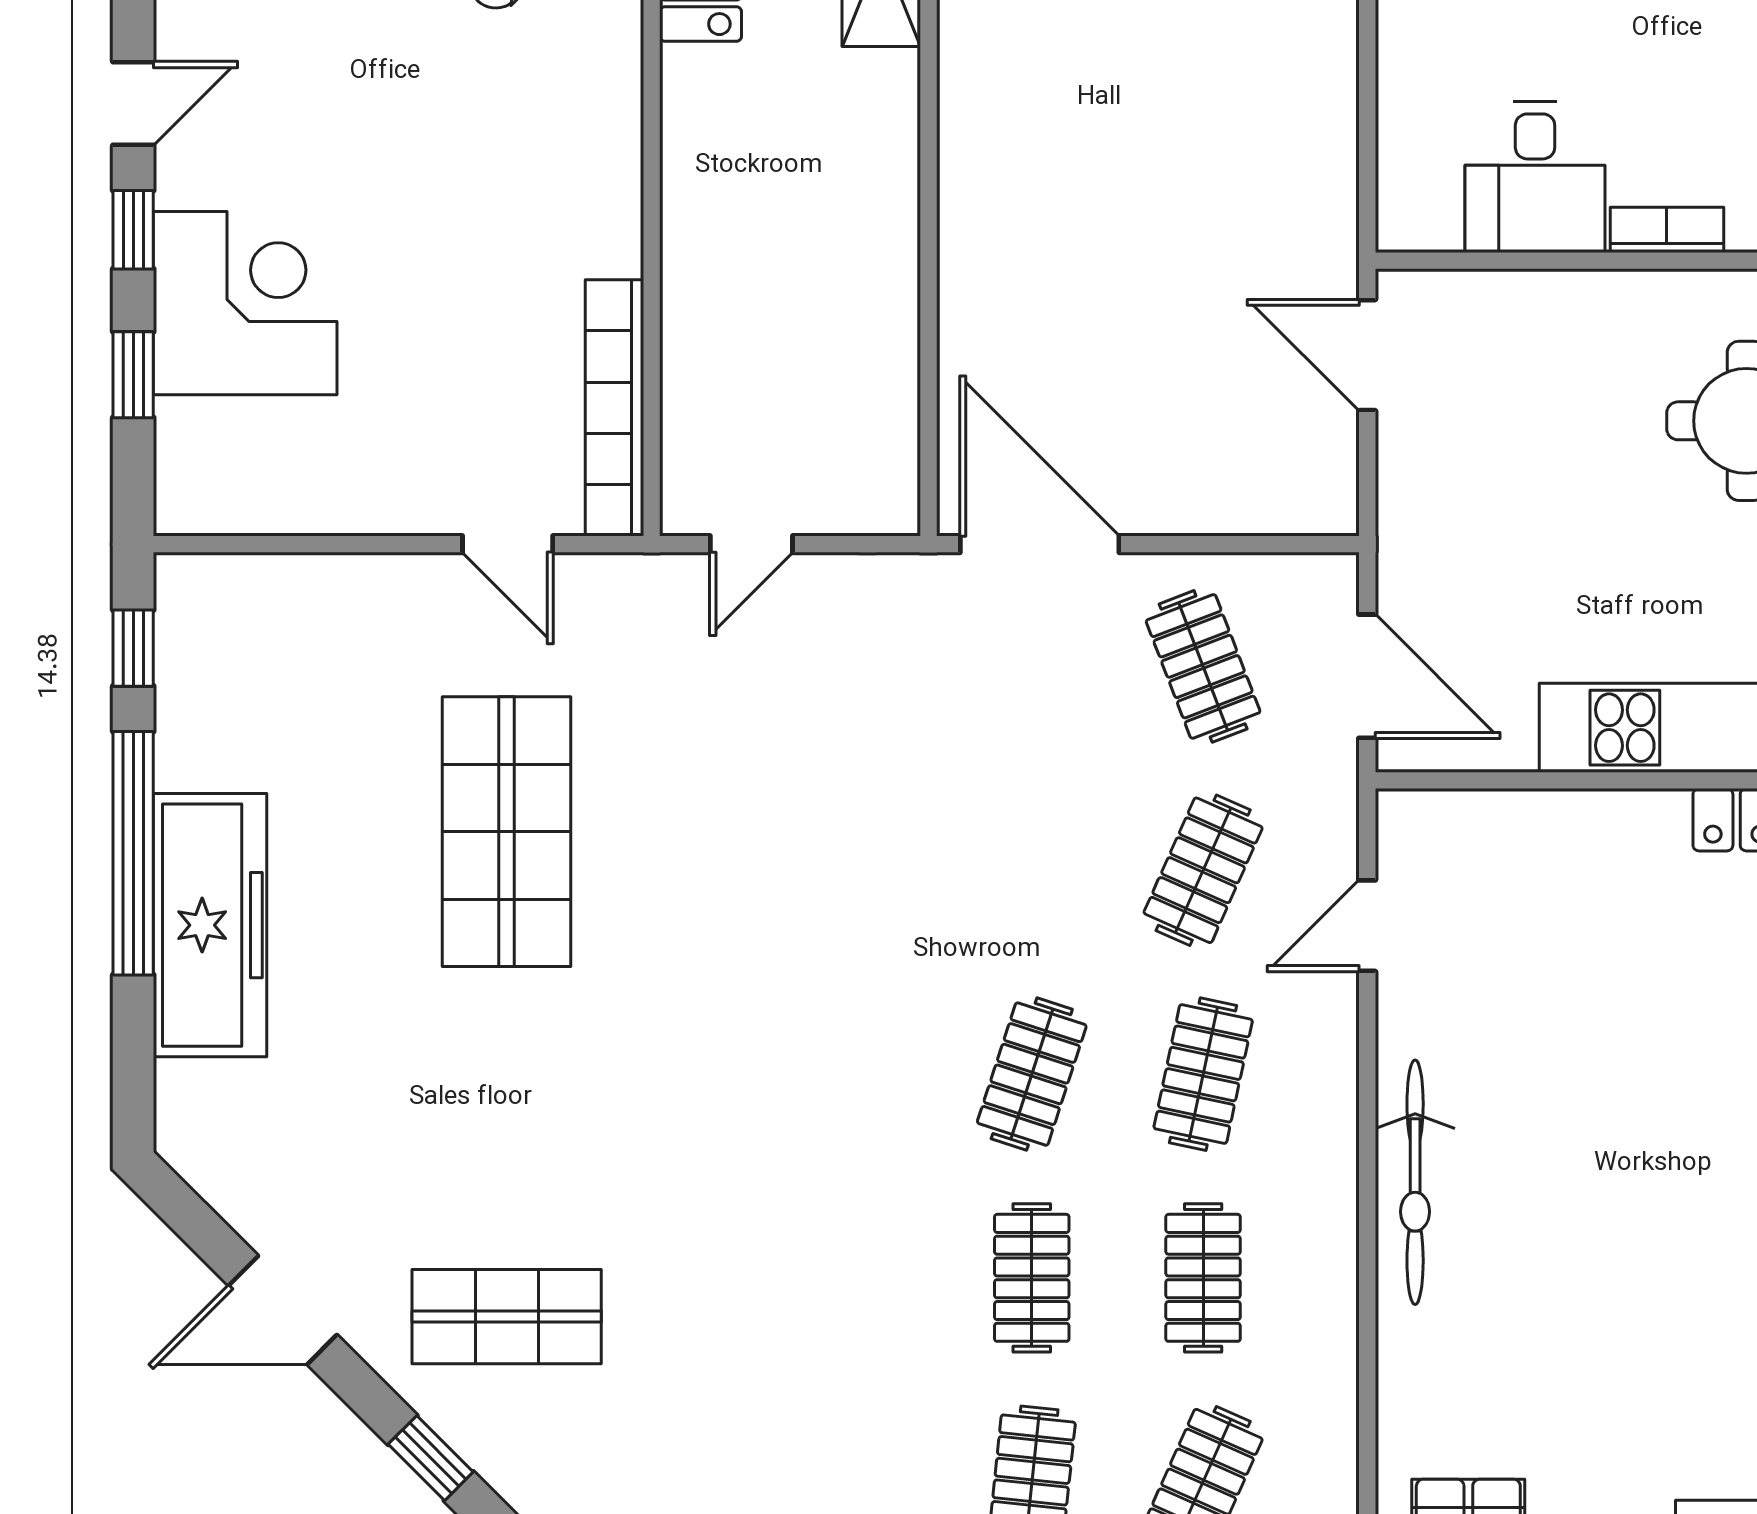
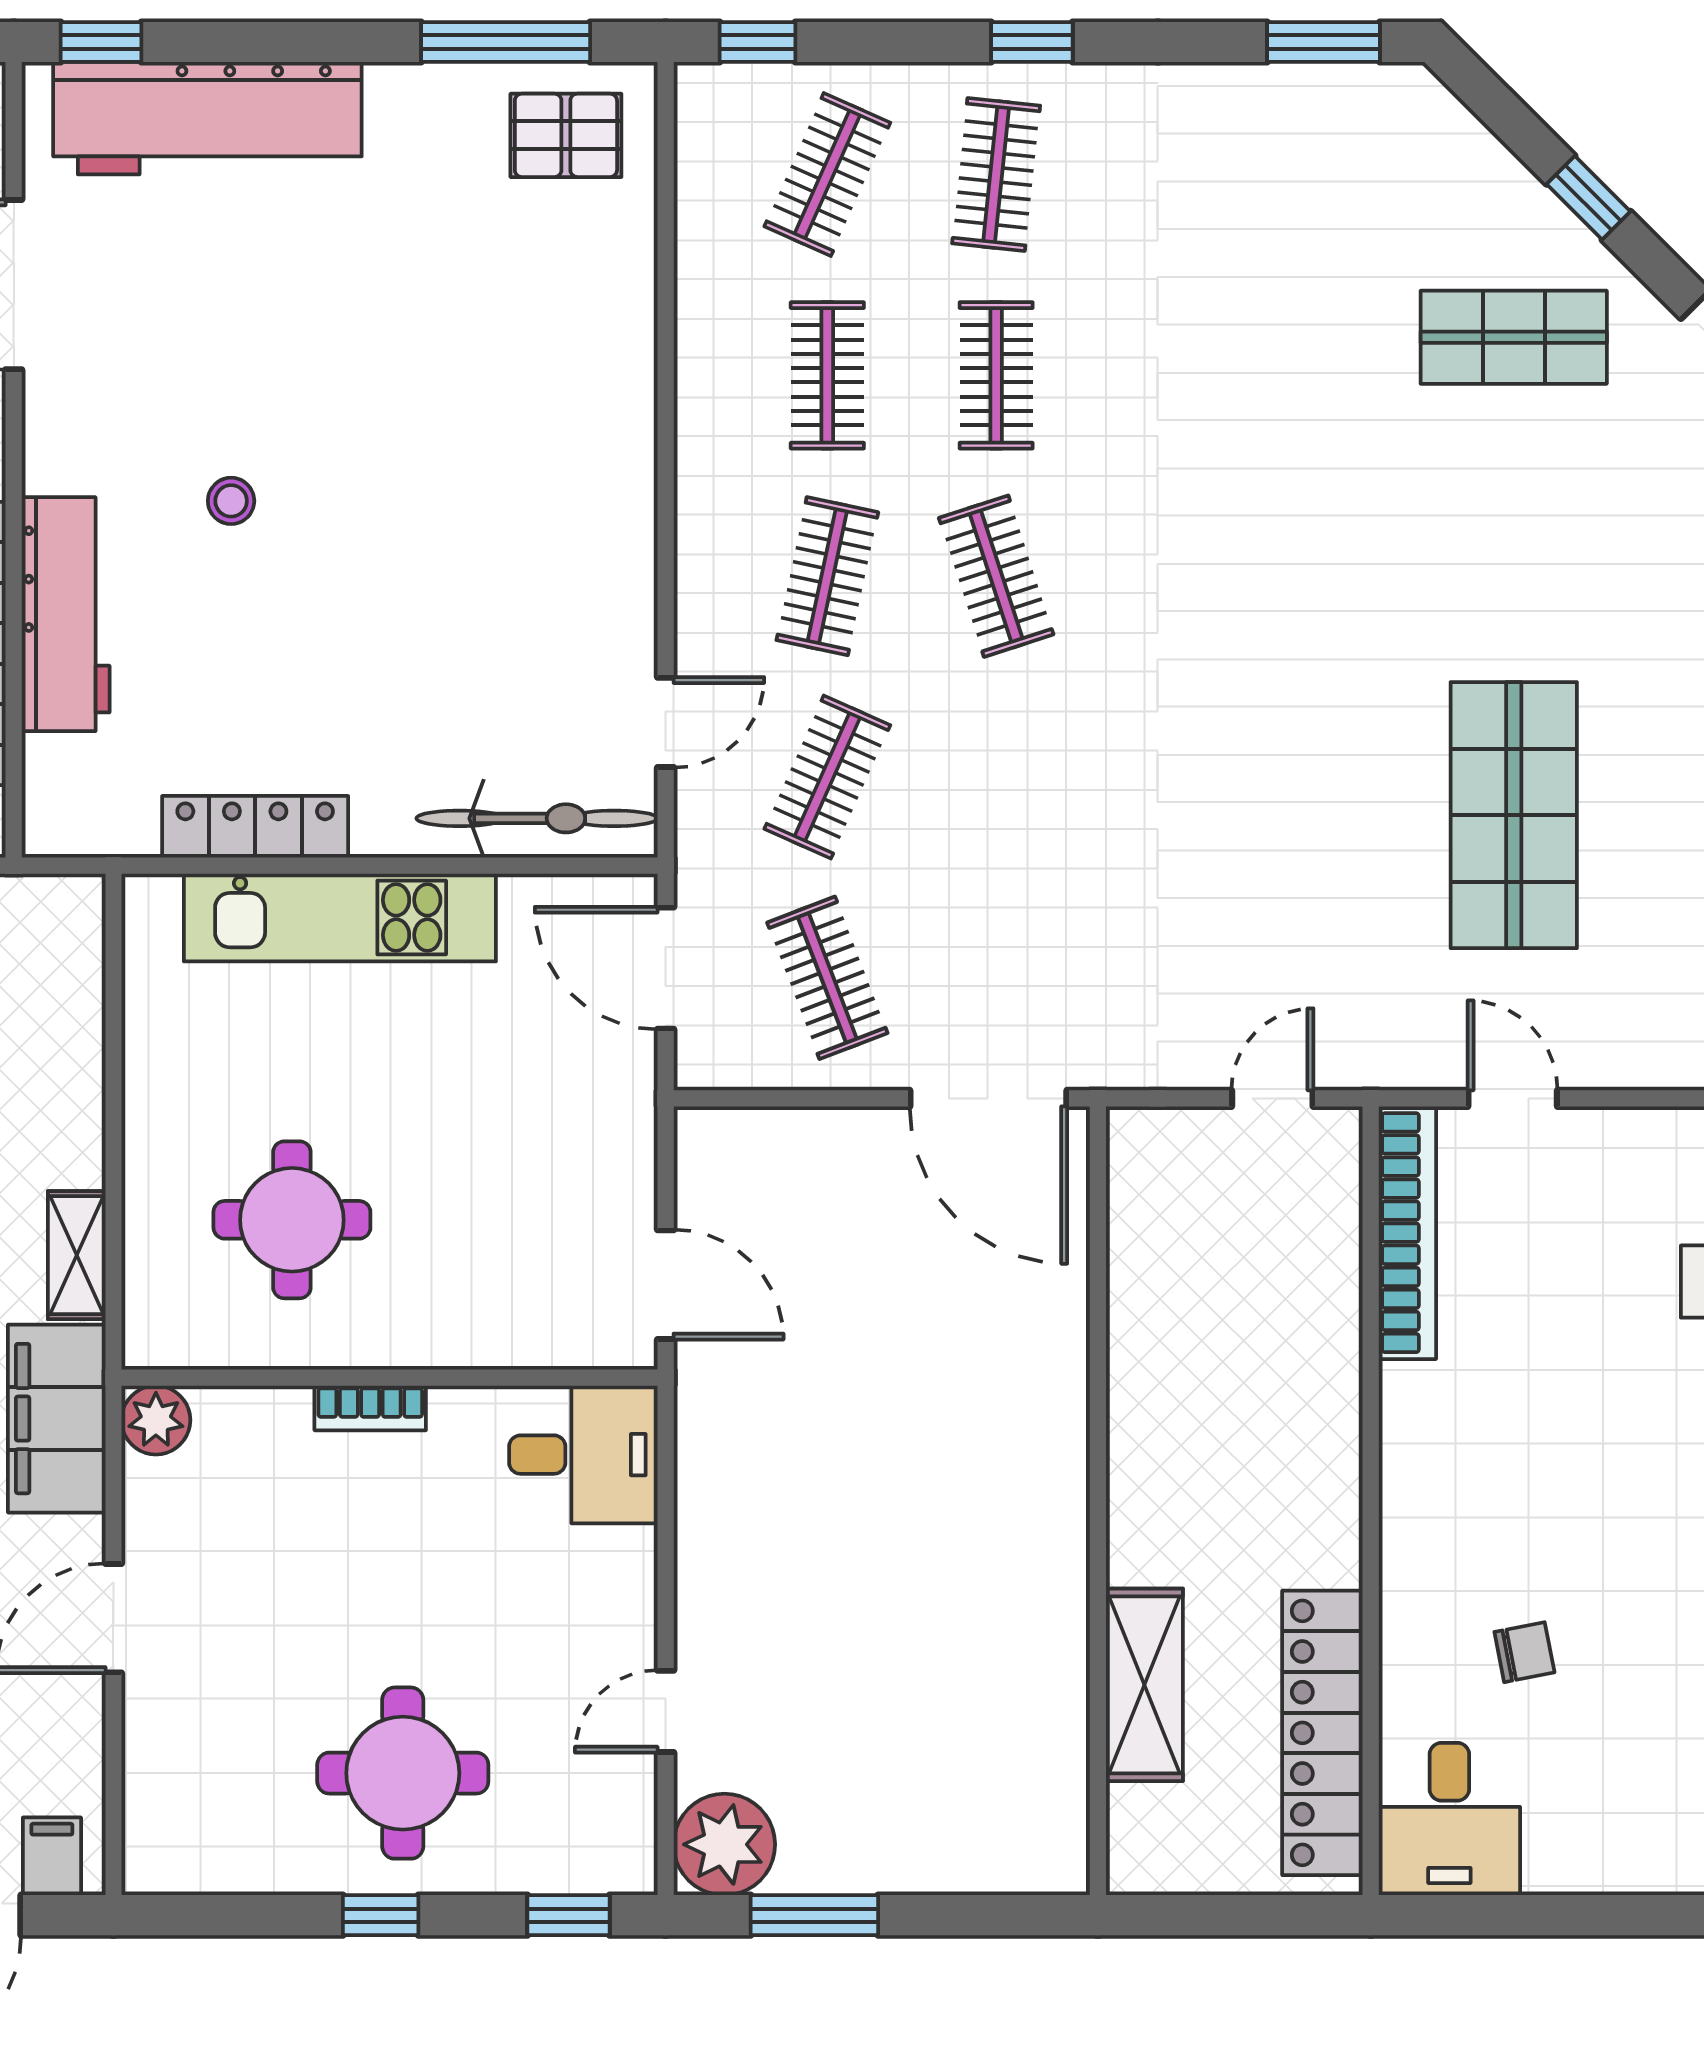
desk: (1535, 177) -> (583, 1455), moved, turned 90
clothes rail: (1032, 1074) -> (996, 576), turned -36
bicycle: (1415, 1182) -> (537, 818), moved, turned 90

